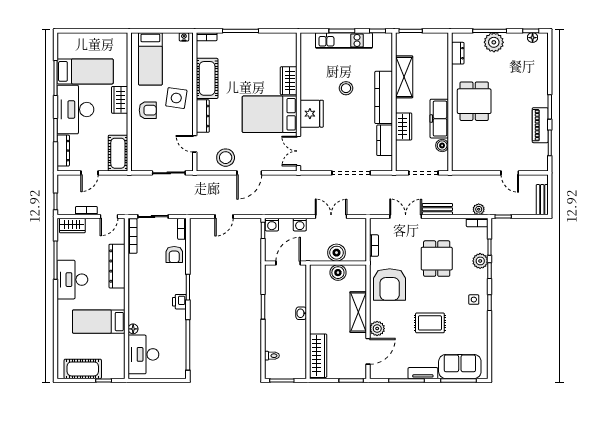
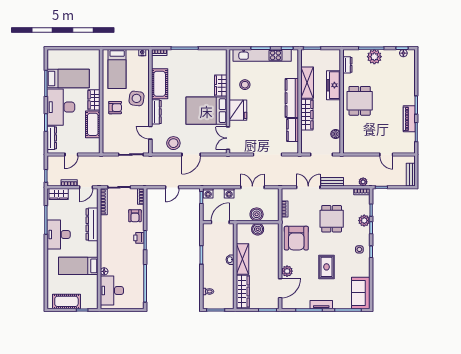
kitchen unit: (344, 40) -> (262, 55), width x1.36
stool: (346, 88) -> (245, 85), moved
freezer: (439, 119) -> (334, 85), moved
wardrobe: (404, 126) -> (307, 115), width x1.50
cot: (118, 153) -> (93, 124), moved
printer: (179, 302) -> (139, 238), moved
shelving: (358, 312) -> (243, 259), moved
rug: (430, 323) -> (327, 267), turned 90
sofa: (460, 367) -> (361, 293), moved, turned -90

